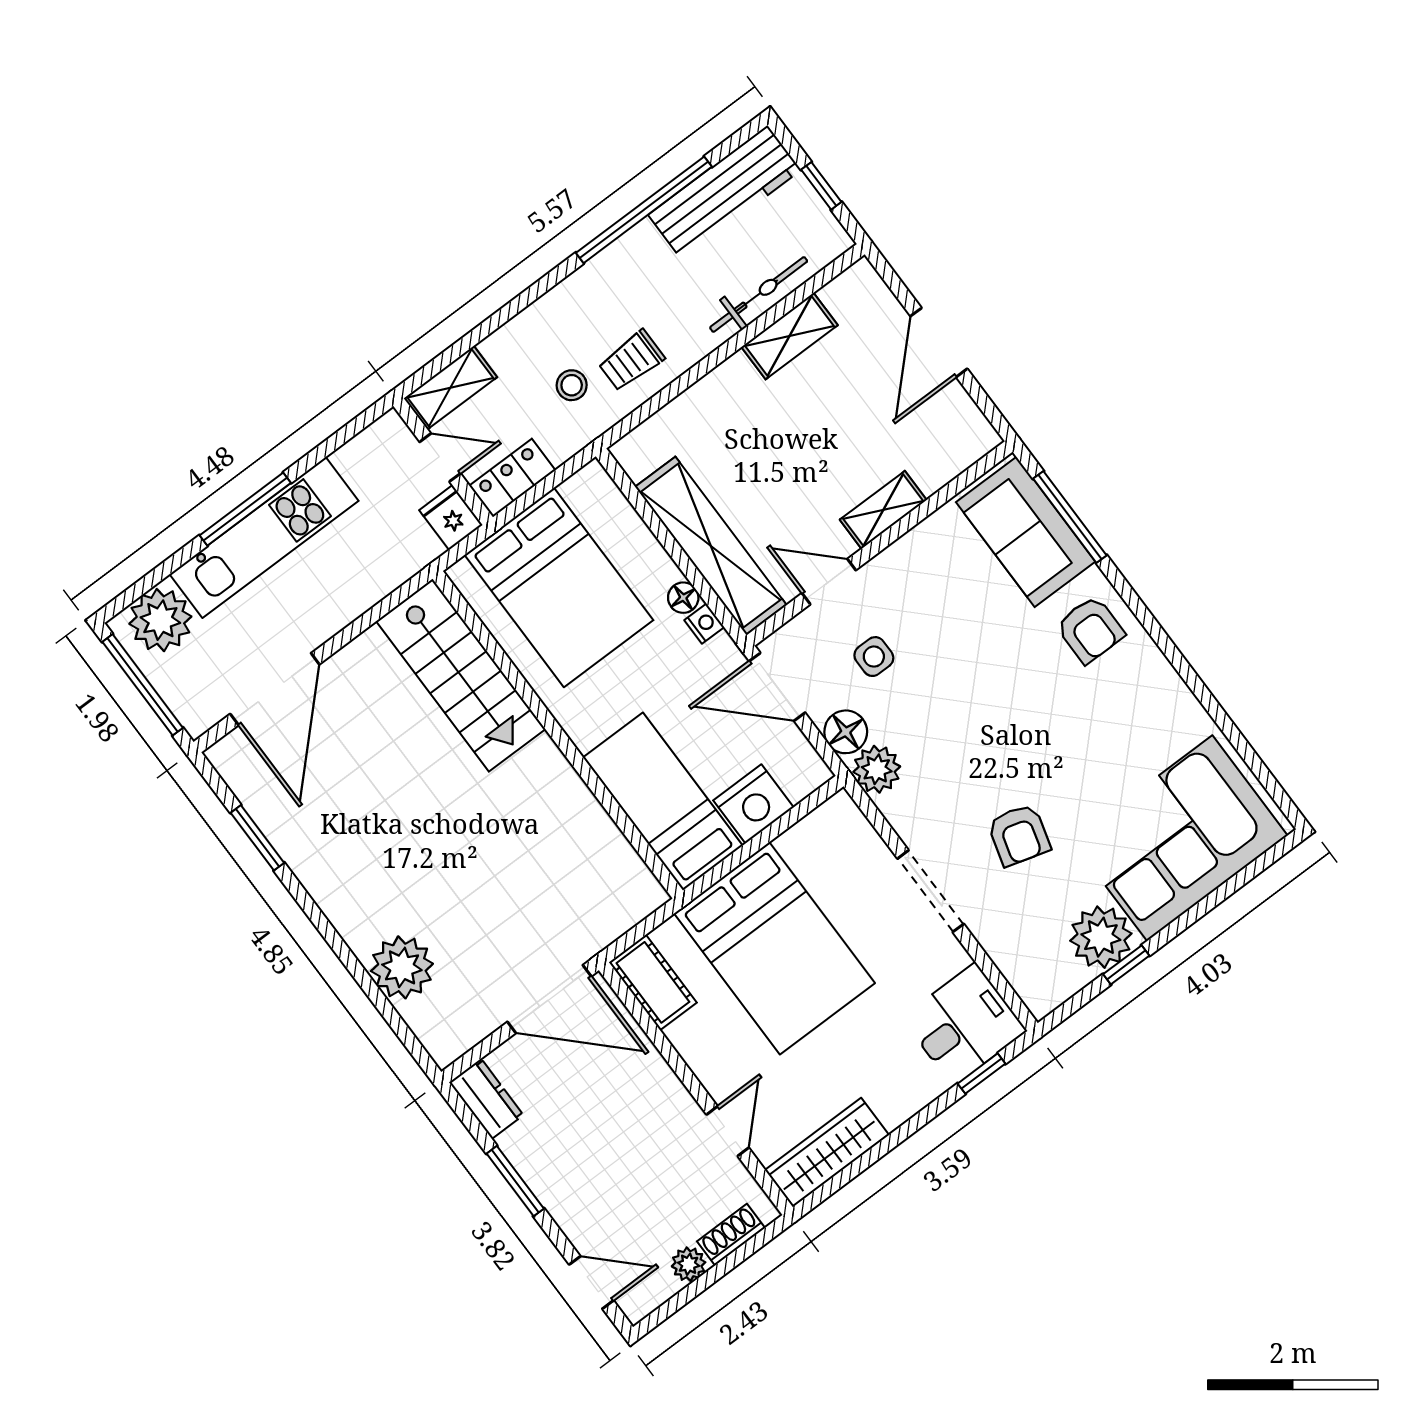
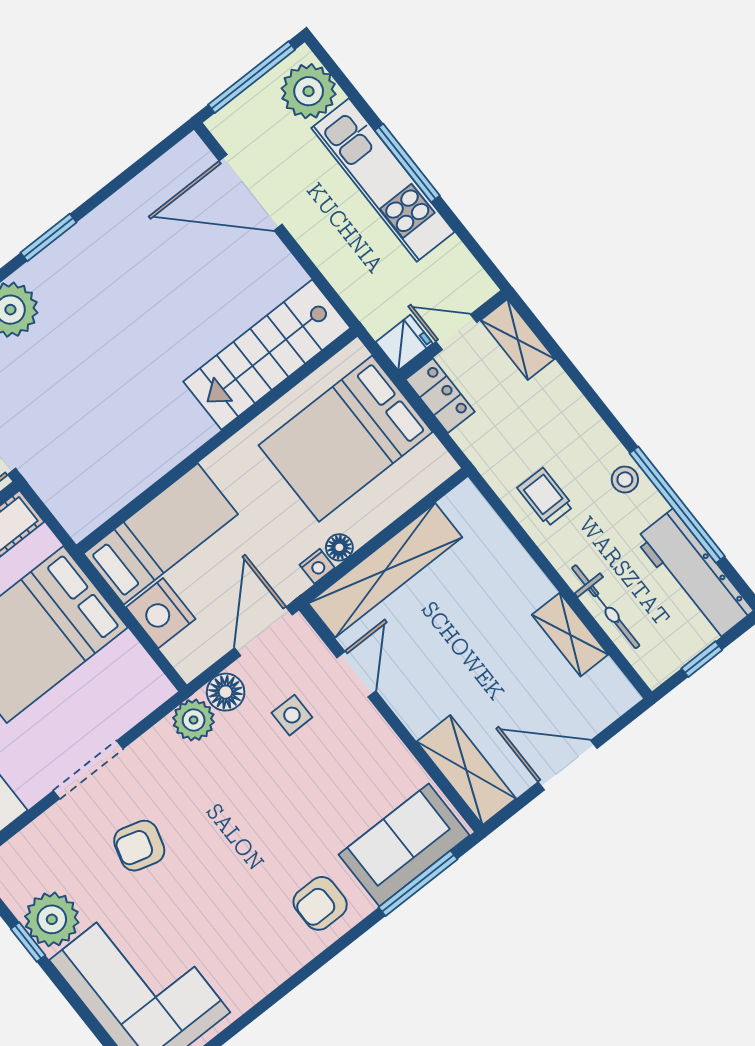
stool: (572, 385) -> (625, 480), moved
door: (440, 458) -> (456, 332), swing flipped
shelving: (883, 510) -> (466, 770), moved, width x1.50, depth x1.33
window: (257, 838) -> (49, 237), moved

